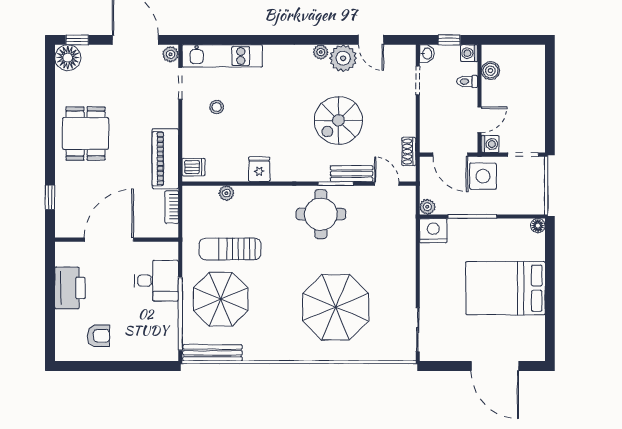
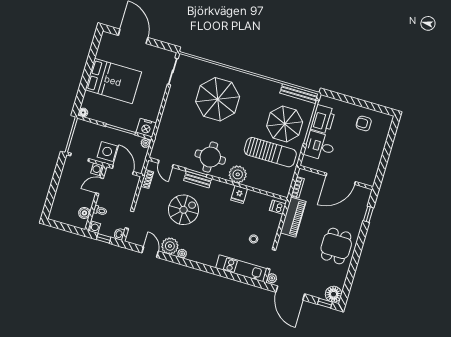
bench: (352, 174) -> (198, 180), moved
plant: (226, 193) -> (238, 174), moved, width x1.88, depth x1.88
sun lounger: (230, 249) -> (270, 152), width x1.36, depth x1.34
printer: (70, 288) -> (323, 119), moved, turned 180

